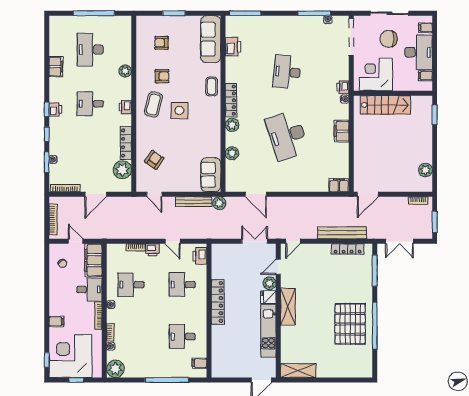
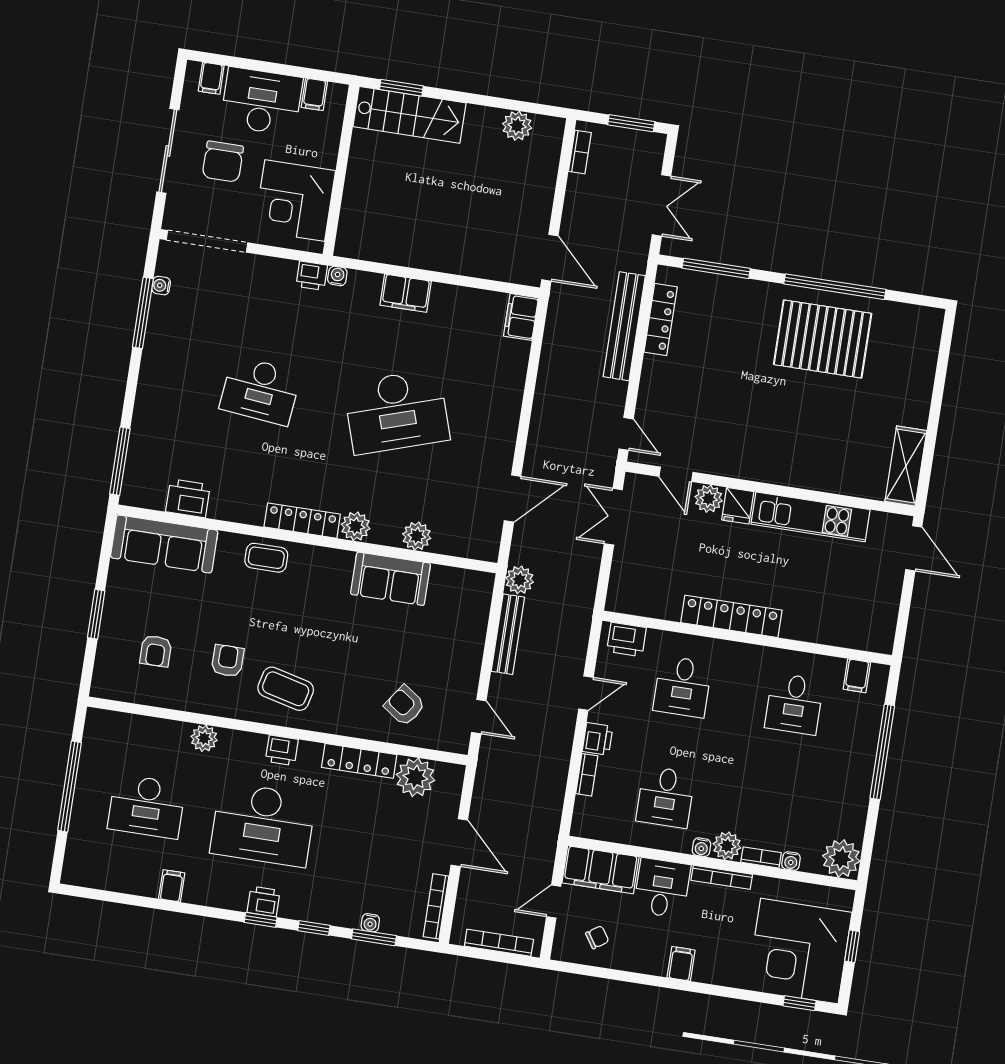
filing cabinet: (56, 67) -> (172, 886), width x0.50
desk: (90, 104) -> (263, 824), width x1.87, depth x1.30
stairs: (385, 105) -> (409, 115), moved, turned 90
side table: (179, 110) -> (307, 635), removed
sofa: (211, 175) -> (391, 579), moved
door: (154, 194) -> (479, 717), hinge flipped
shelving: (288, 307) -> (765, 467), removed
plant: (113, 316) -> (727, 846), added
filing cabinet: (56, 321) -> (681, 964), moved

